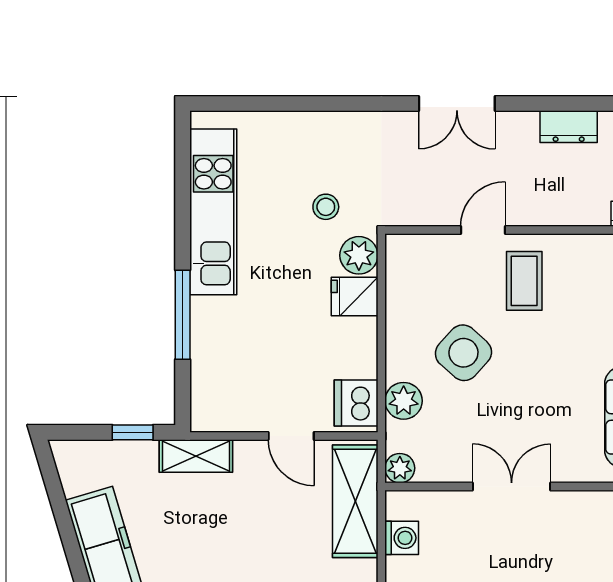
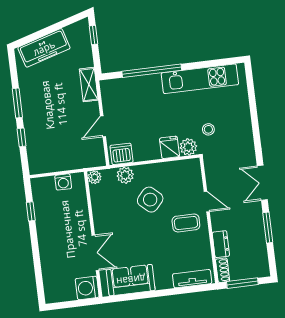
window: (556, 104) -> (268, 228), added
dresser: (569, 127) -> (221, 244), moved, turned 180
window: (183, 315) -> (152, 71), width x1.46
window: (133, 432) -> (93, 35), moved
double door: (512, 487) -> (95, 253), moved
shelving: (355, 501) -> (77, 159), removed

